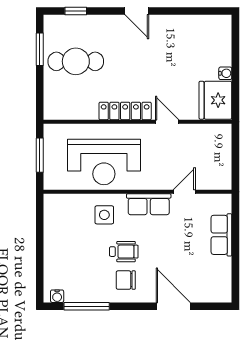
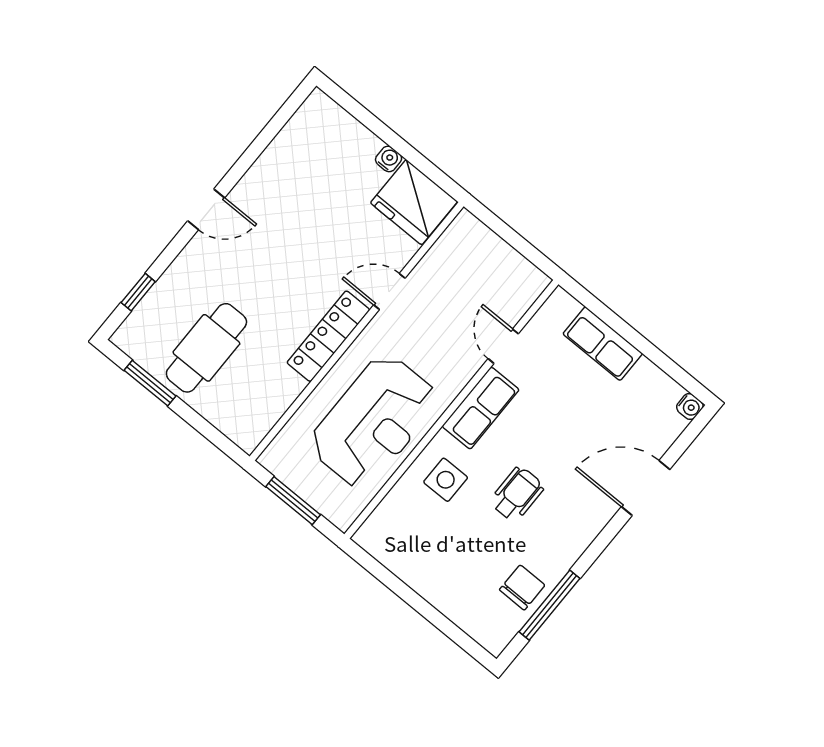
chair: (126, 280) -> (522, 587), moved, turned 180
water cooler: (57, 296) -> (690, 407), moved

